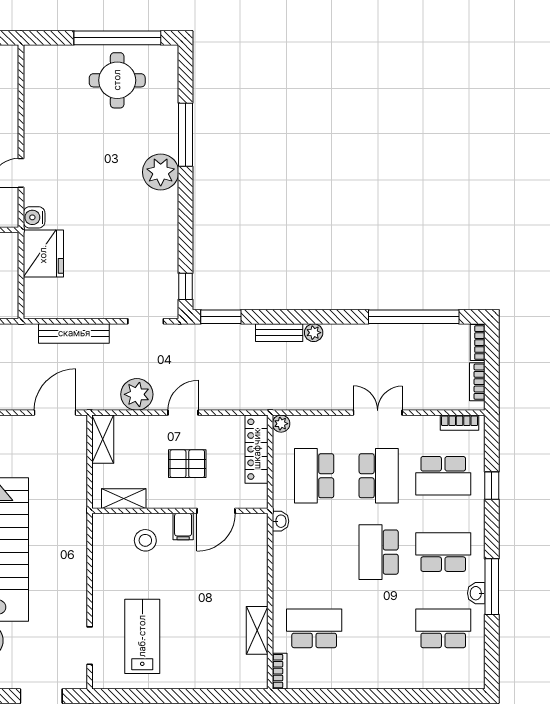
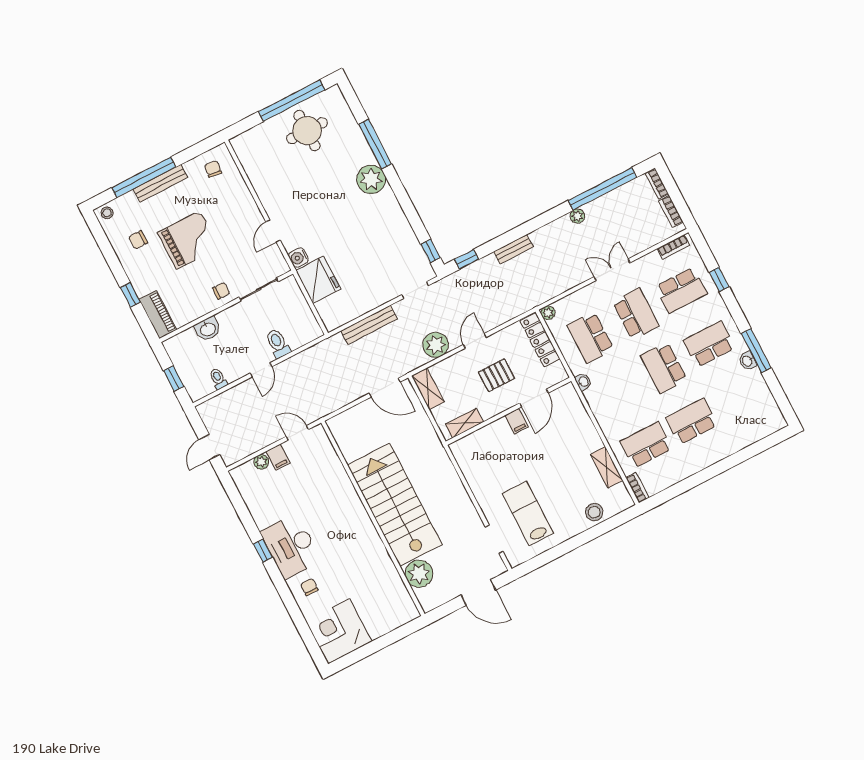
window: (221, 317) -> (467, 259), width x0.67
plant: (314, 333) -> (577, 216), moved
door: (55, 413) -> (385, 388), swing flipped
stool: (145, 540) -> (594, 512), moved
school desk: (443, 628) -> (692, 421), moved

